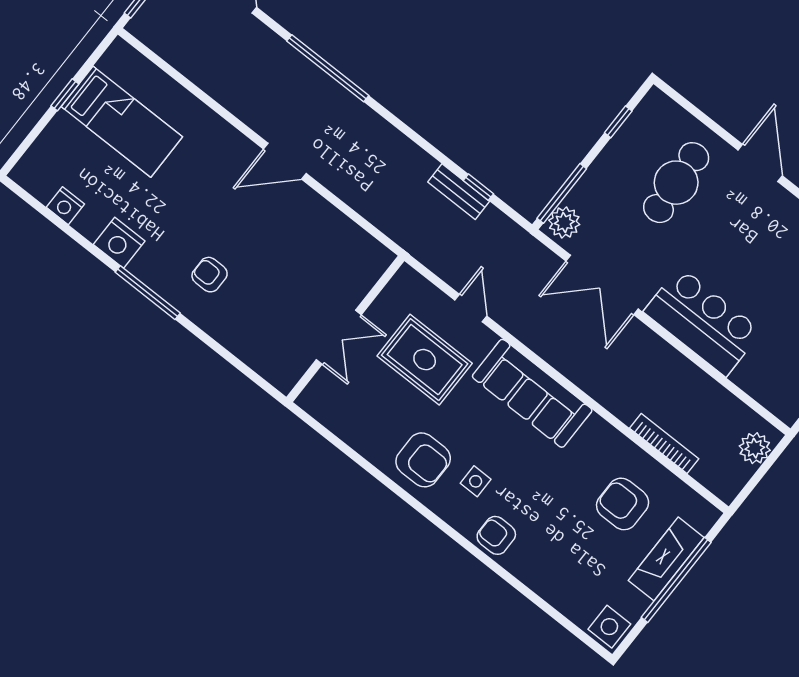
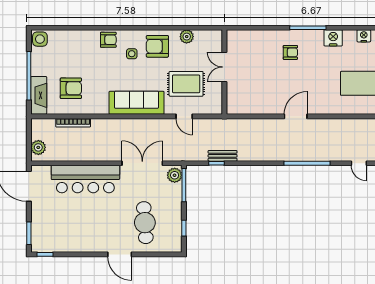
bar counter: (703, 321) -> (85, 179), width x1.36
plant: (361, 438) -> (187, 37), added
fireplace: (666, 559) -> (39, 95), moved

